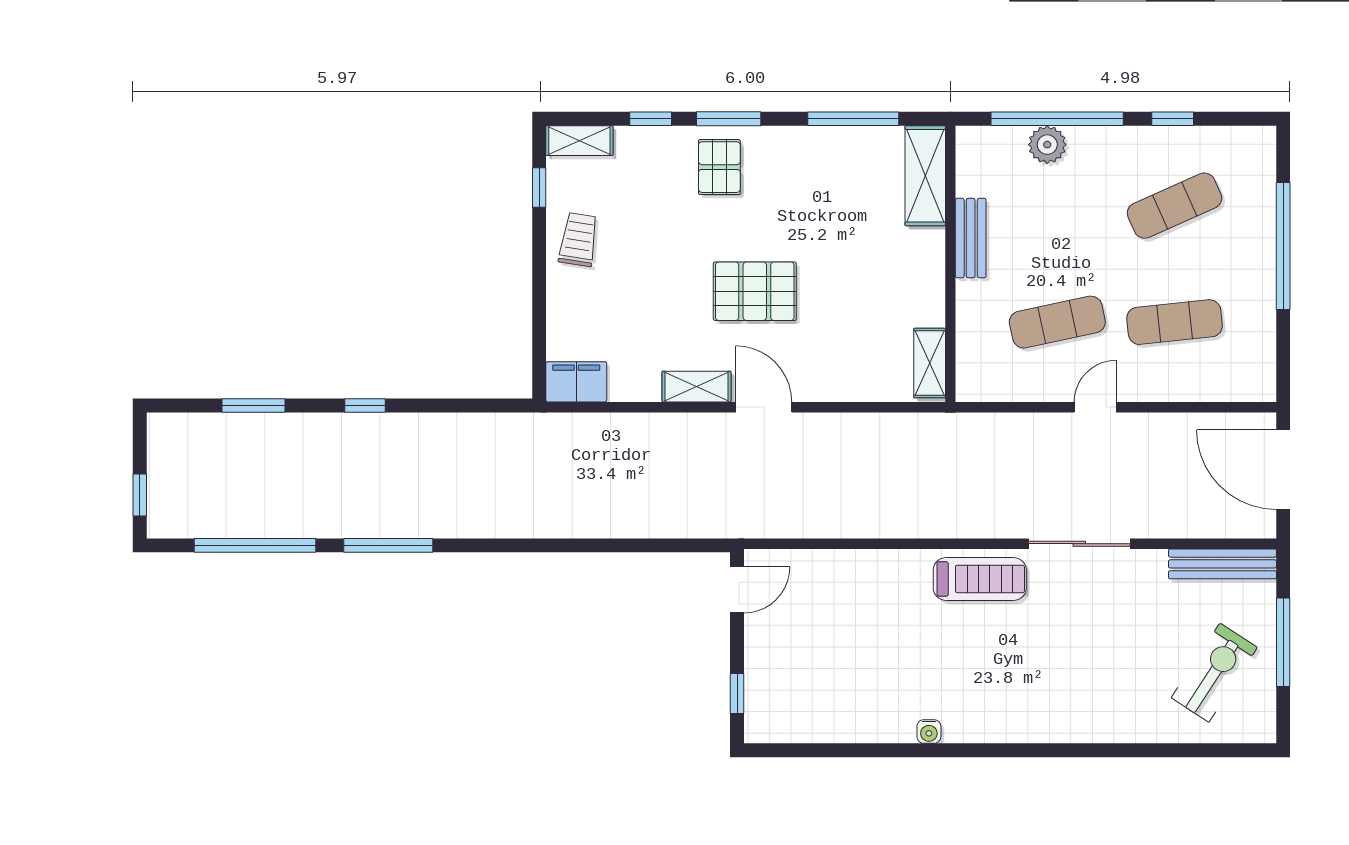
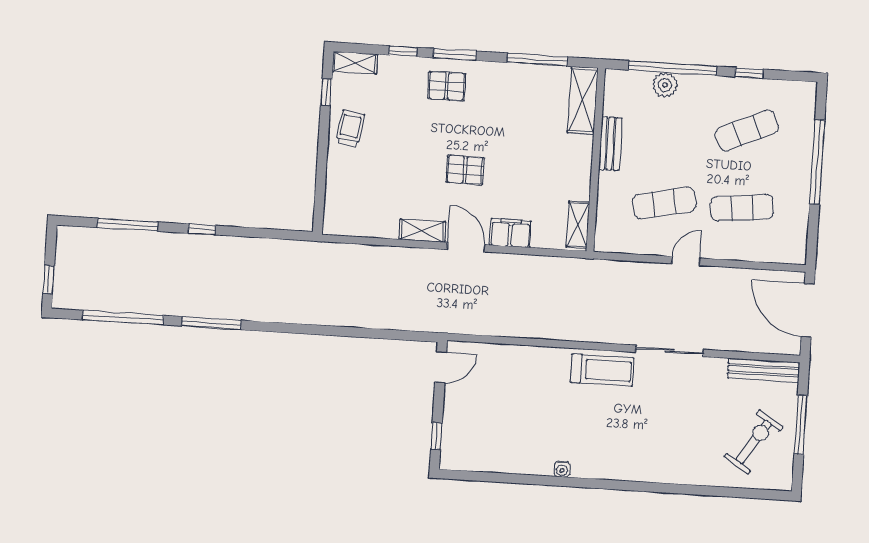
pallet: (719, 167) -> (447, 86), turned 90
pallet: (755, 291) -> (465, 170), width x0.67, depth x0.71
filing cabinet: (576, 382) -> (510, 233), moved
window: (253, 405) -> (128, 225), width x1.44

